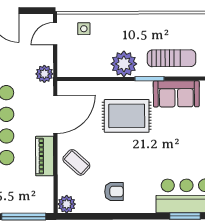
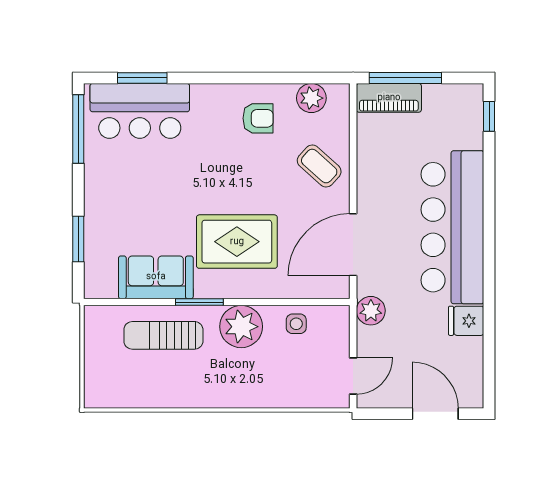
side table: (84, 29) -> (296, 324), moved
piano: (45, 156) -> (389, 98), moved, turned 90
armchair: (114, 192) -> (258, 118), turned 180
plant: (67, 204) -> (311, 98), moved

